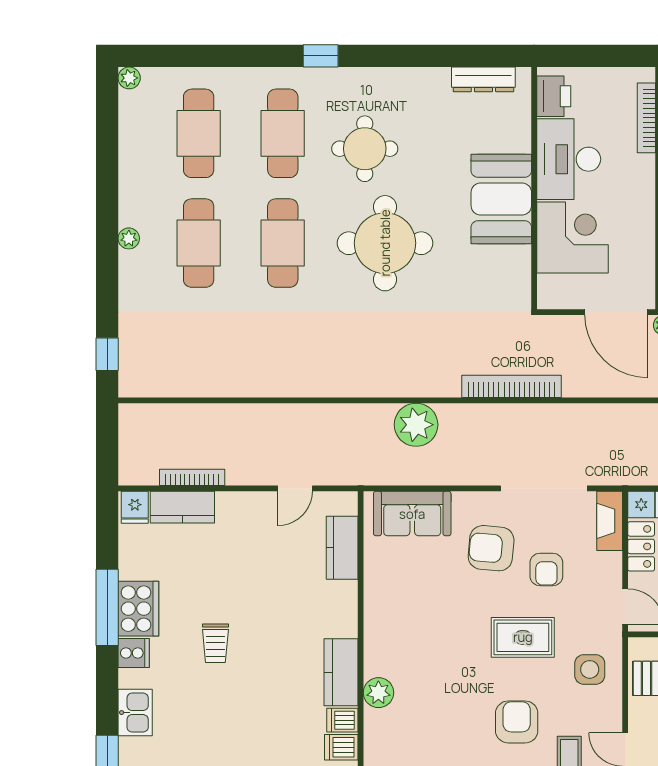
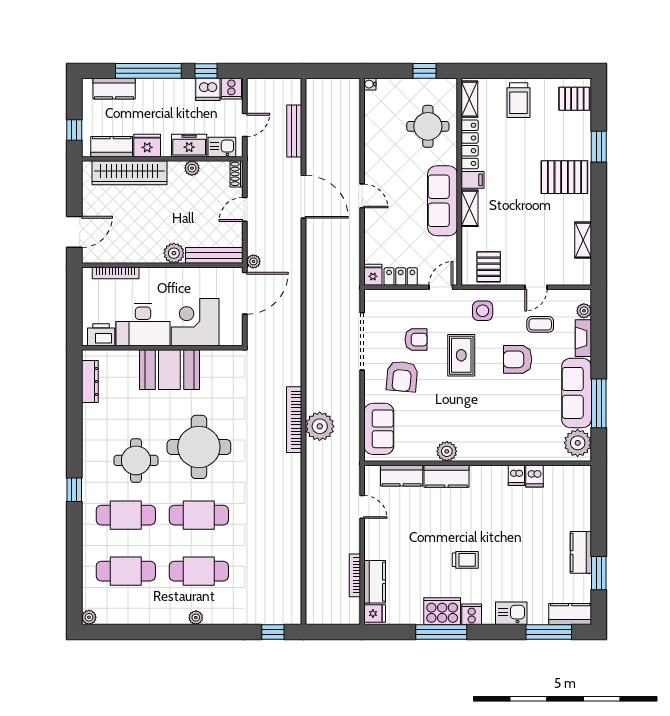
bookcase: (512, 386) -> (294, 420), moved
fireplace: (610, 521) -> (384, 297), removed
kitchen counter: (341, 672) -> (446, 476), moved
plant: (378, 693) -> (447, 451), moved

